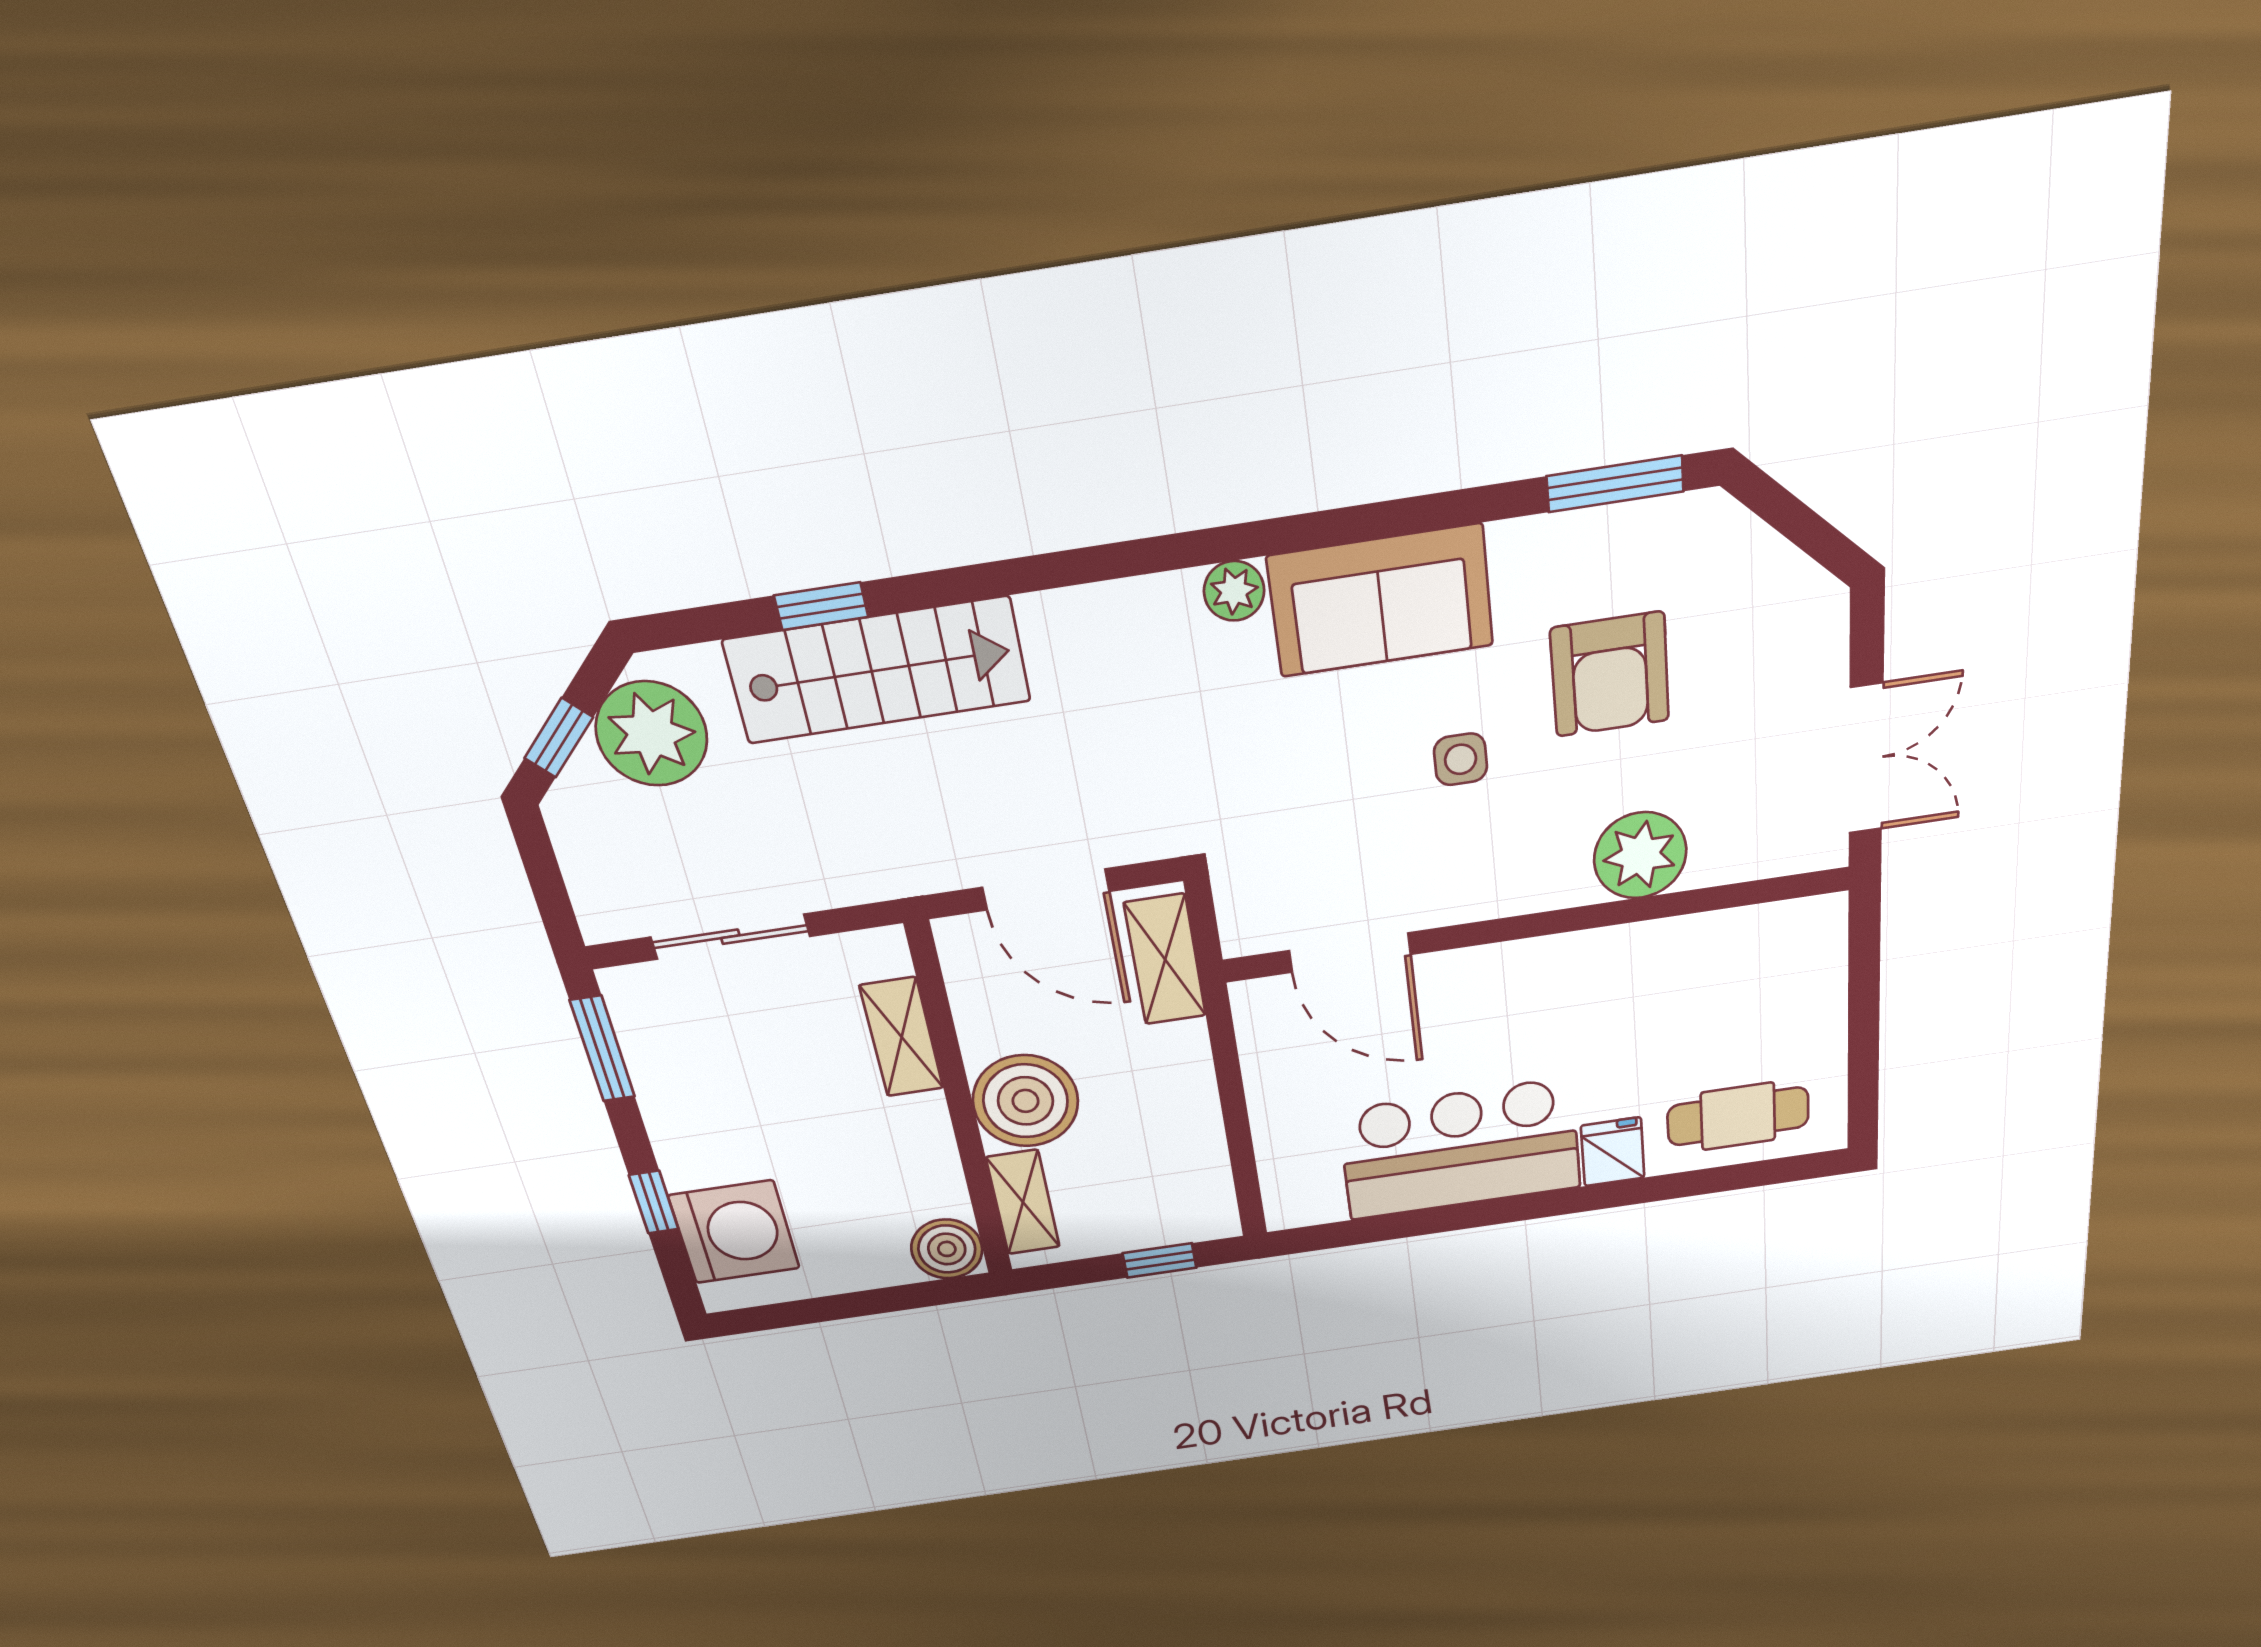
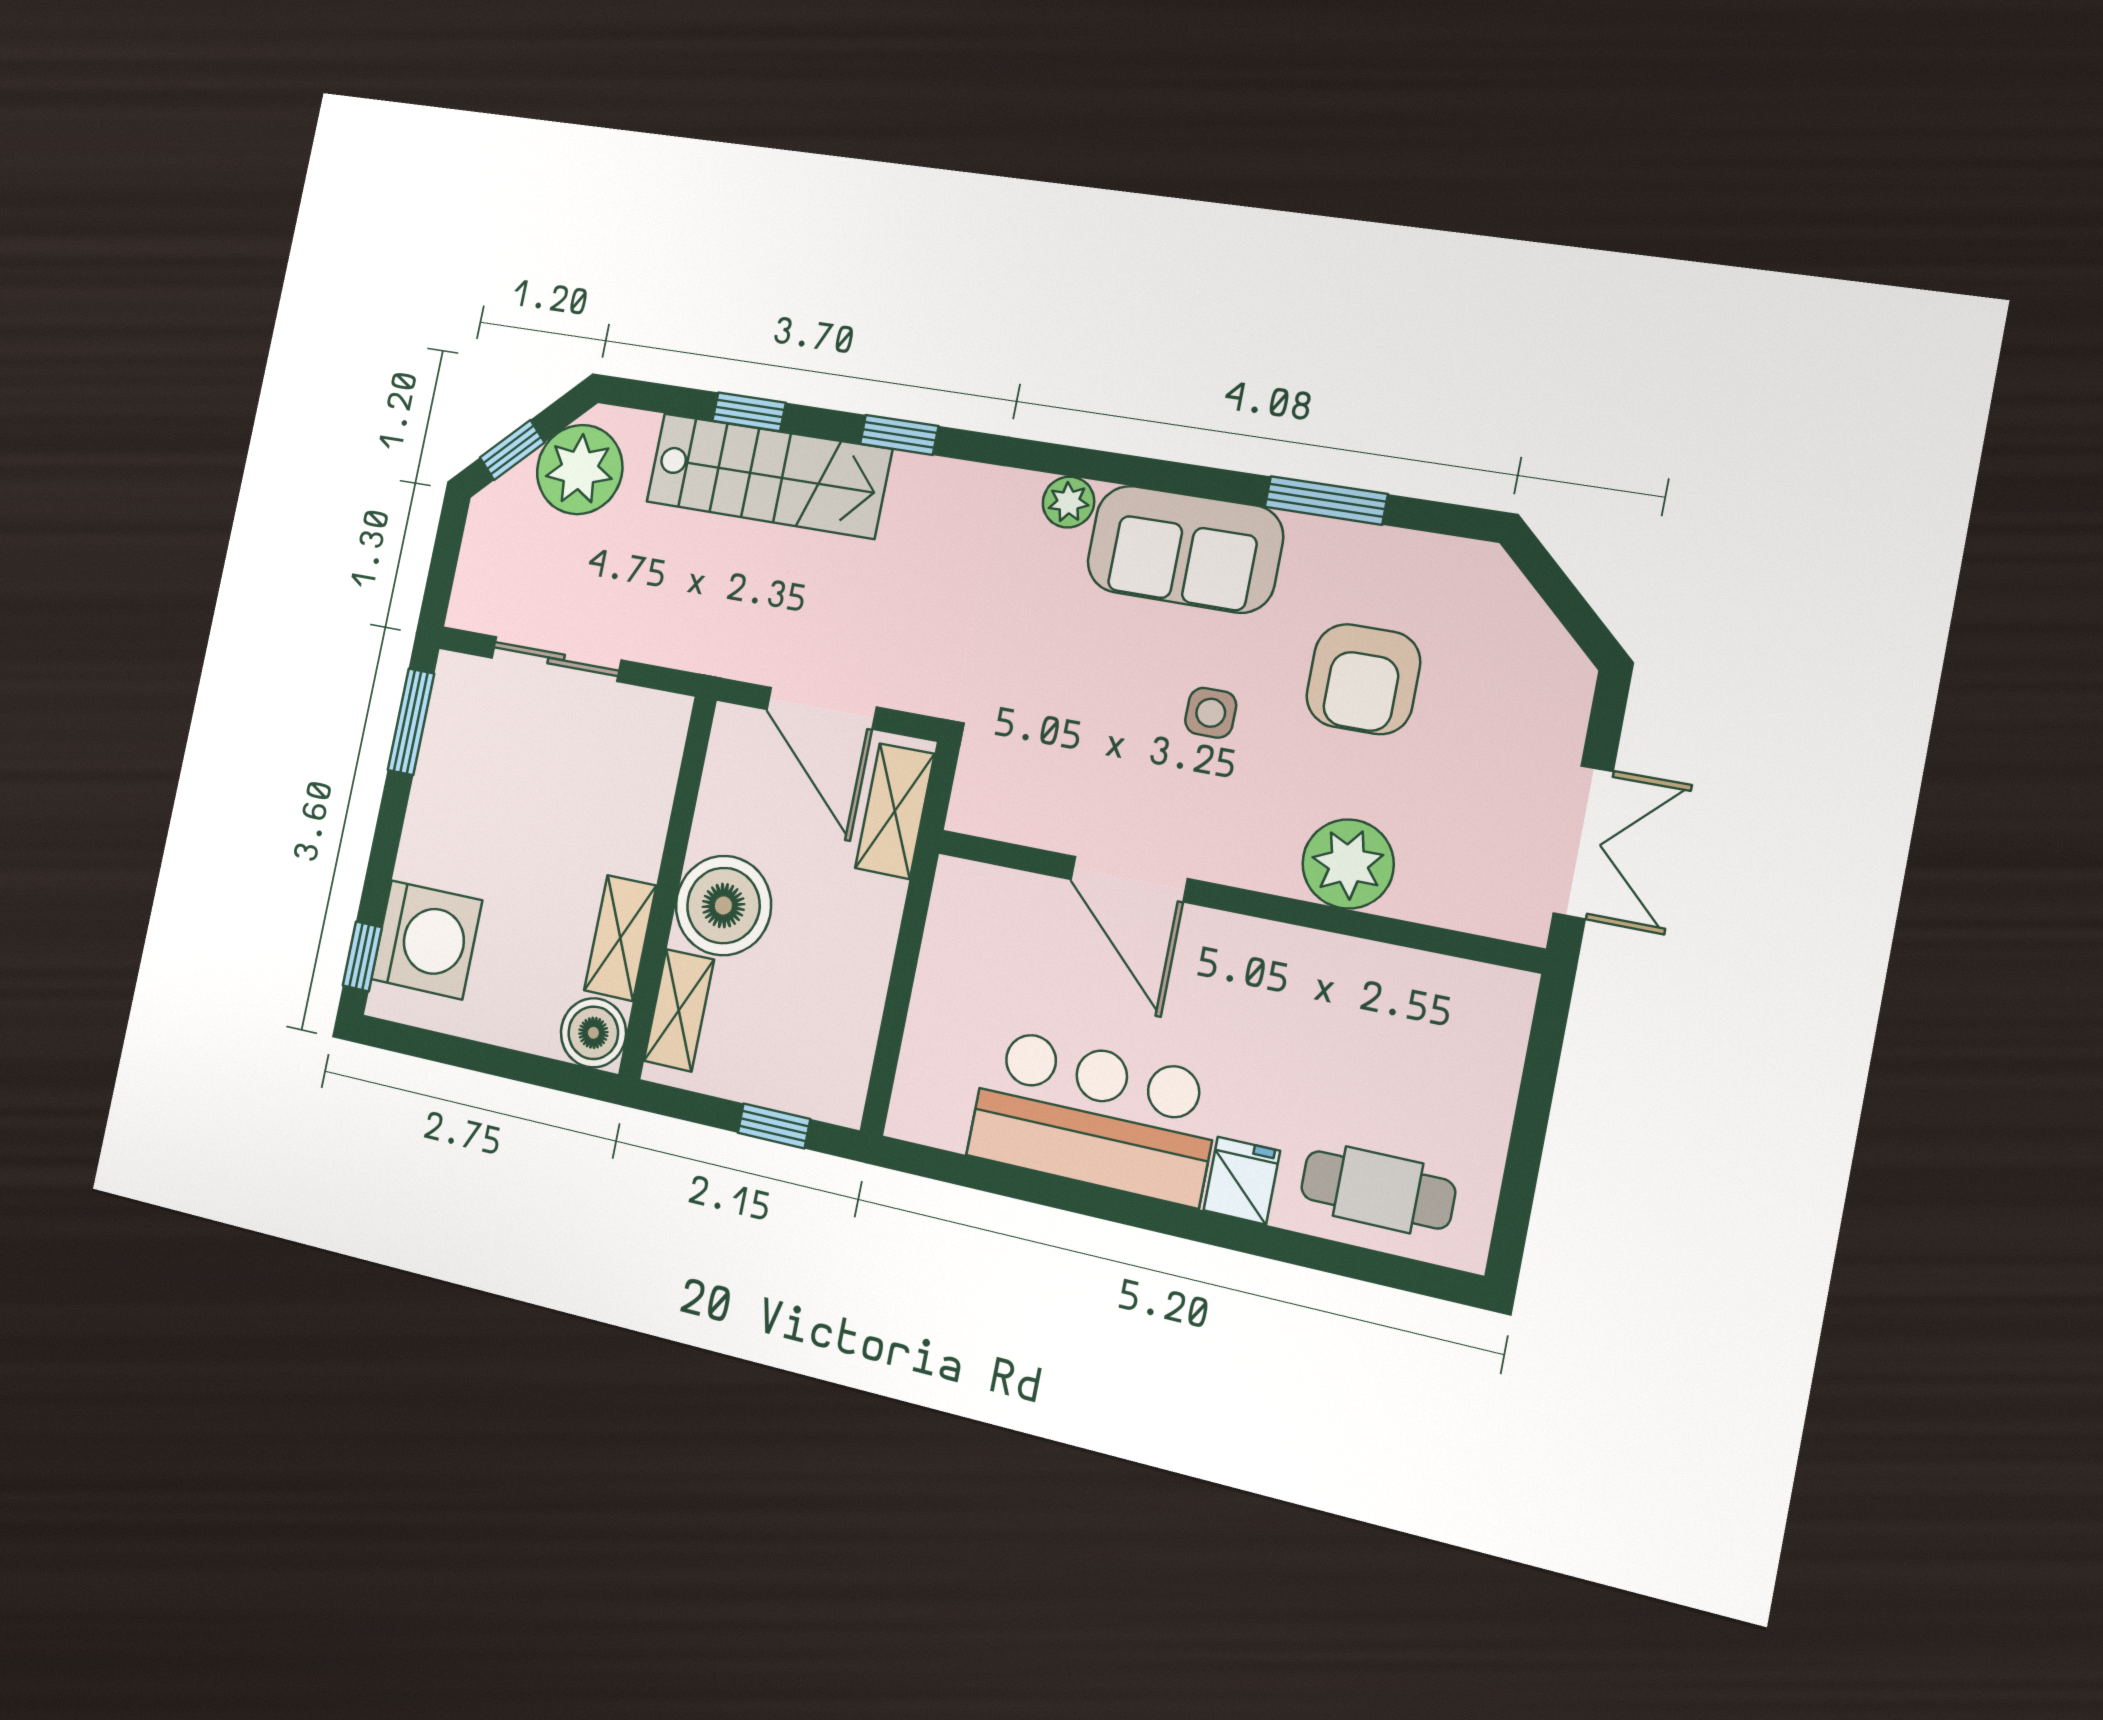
window: (1615, 484) -> (1326, 500), moved
window: (1011, 577) -> (899, 435), added
door: (1350, 953) -> (1129, 879), moved
shelving: (902, 1037) -> (620, 938), moved
window: (654, 1202) -> (362, 956), moved

